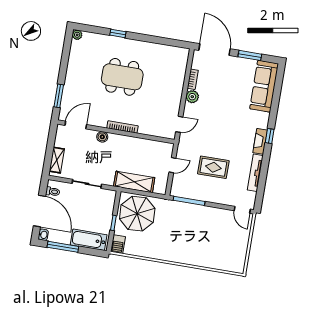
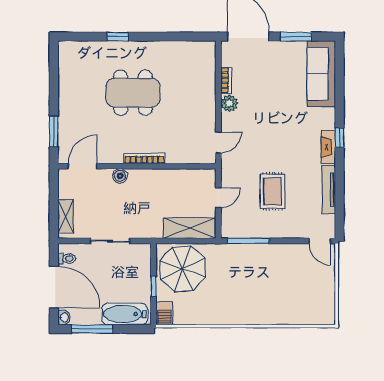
plant: (77, 35) -> (64, 47), removed
rug: (213, 167) -> (273, 191), turned 90
shelving: (134, 182) -> (190, 228), moved

